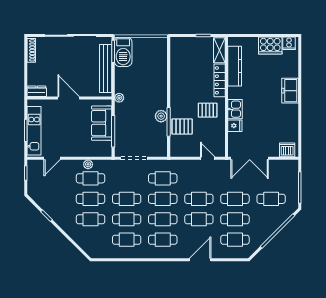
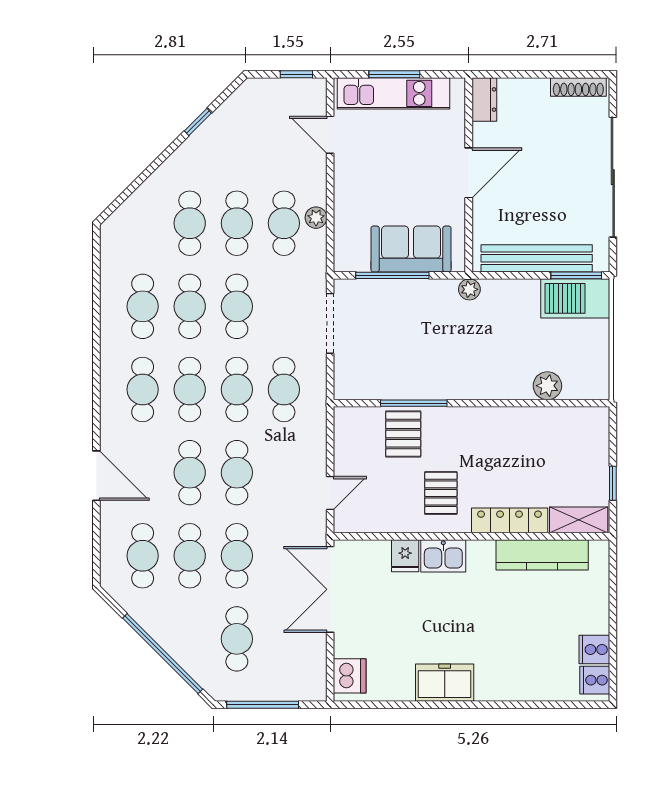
cooker: (270, 46) -> (594, 650), width x0.53, depth x0.76
freezer: (290, 91) -> (445, 683), moved
plant: (161, 116) -> (547, 386), moved

